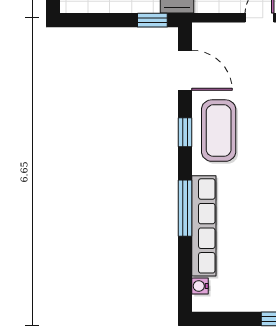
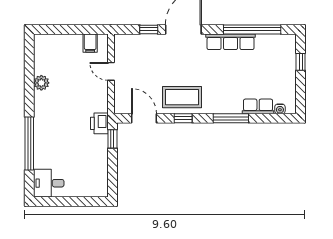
door: (185, 70) -> (144, 118), hinge flipped
row of seats: (204, 226) -> (258, 106), width x0.50

